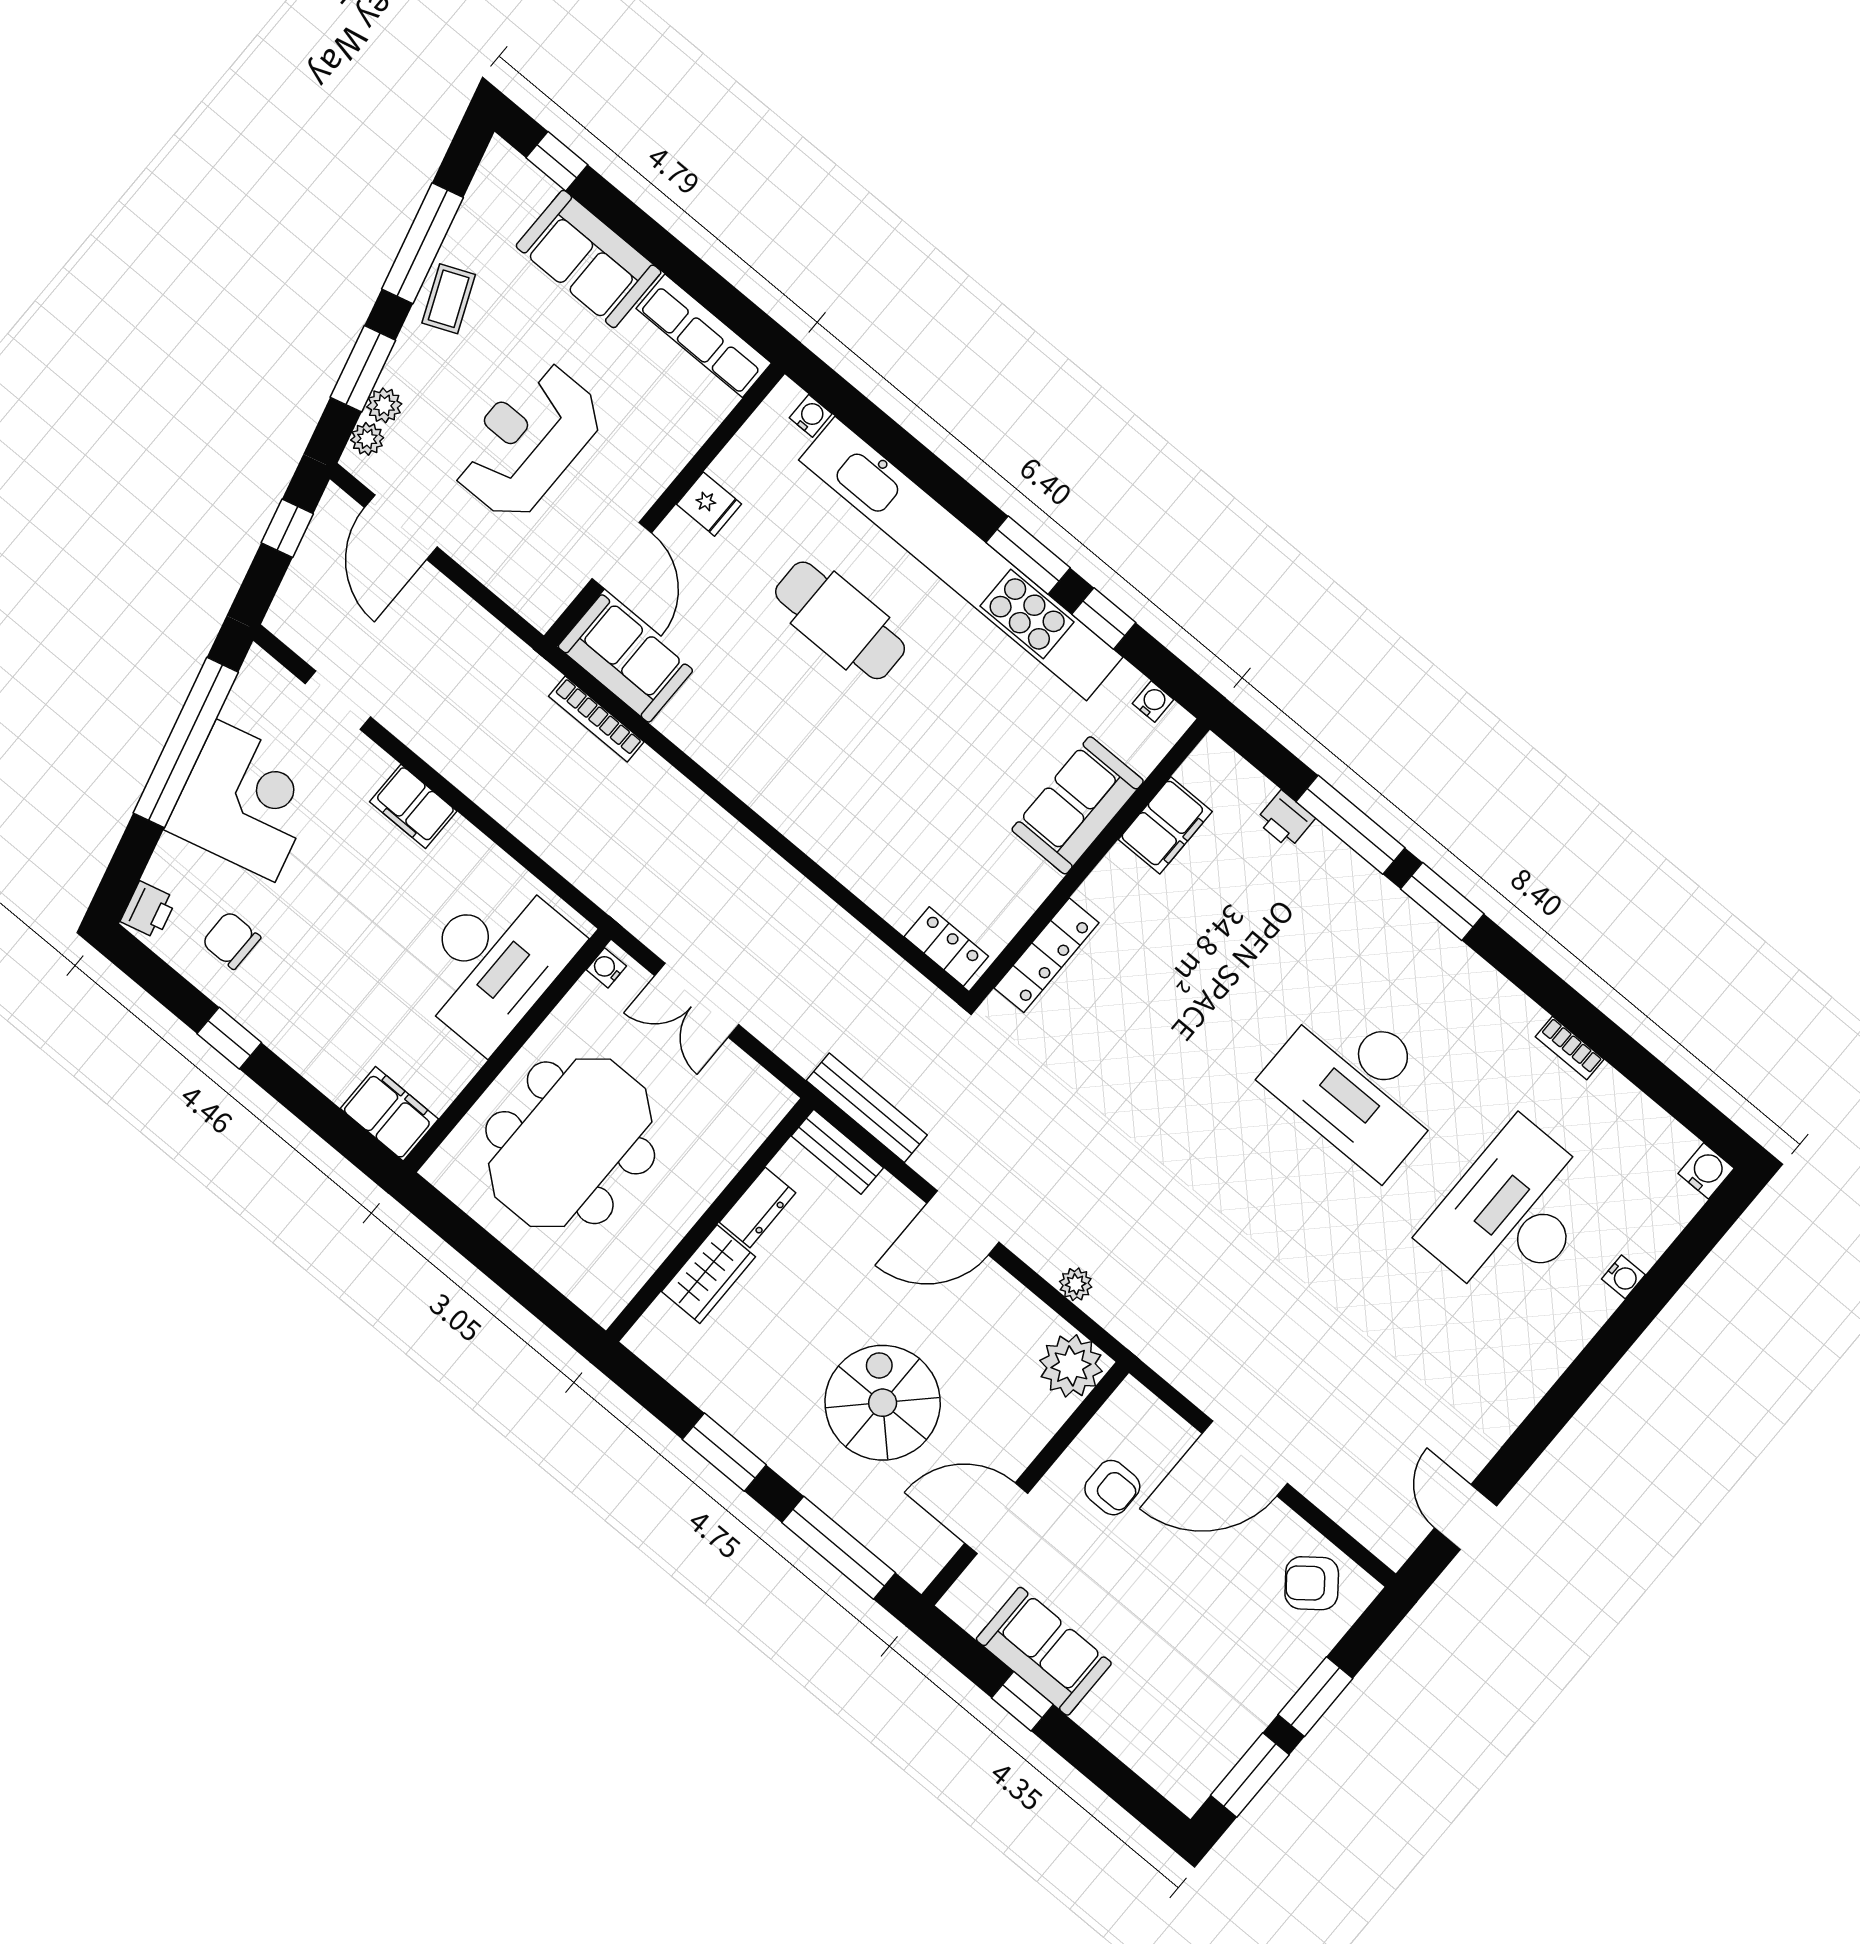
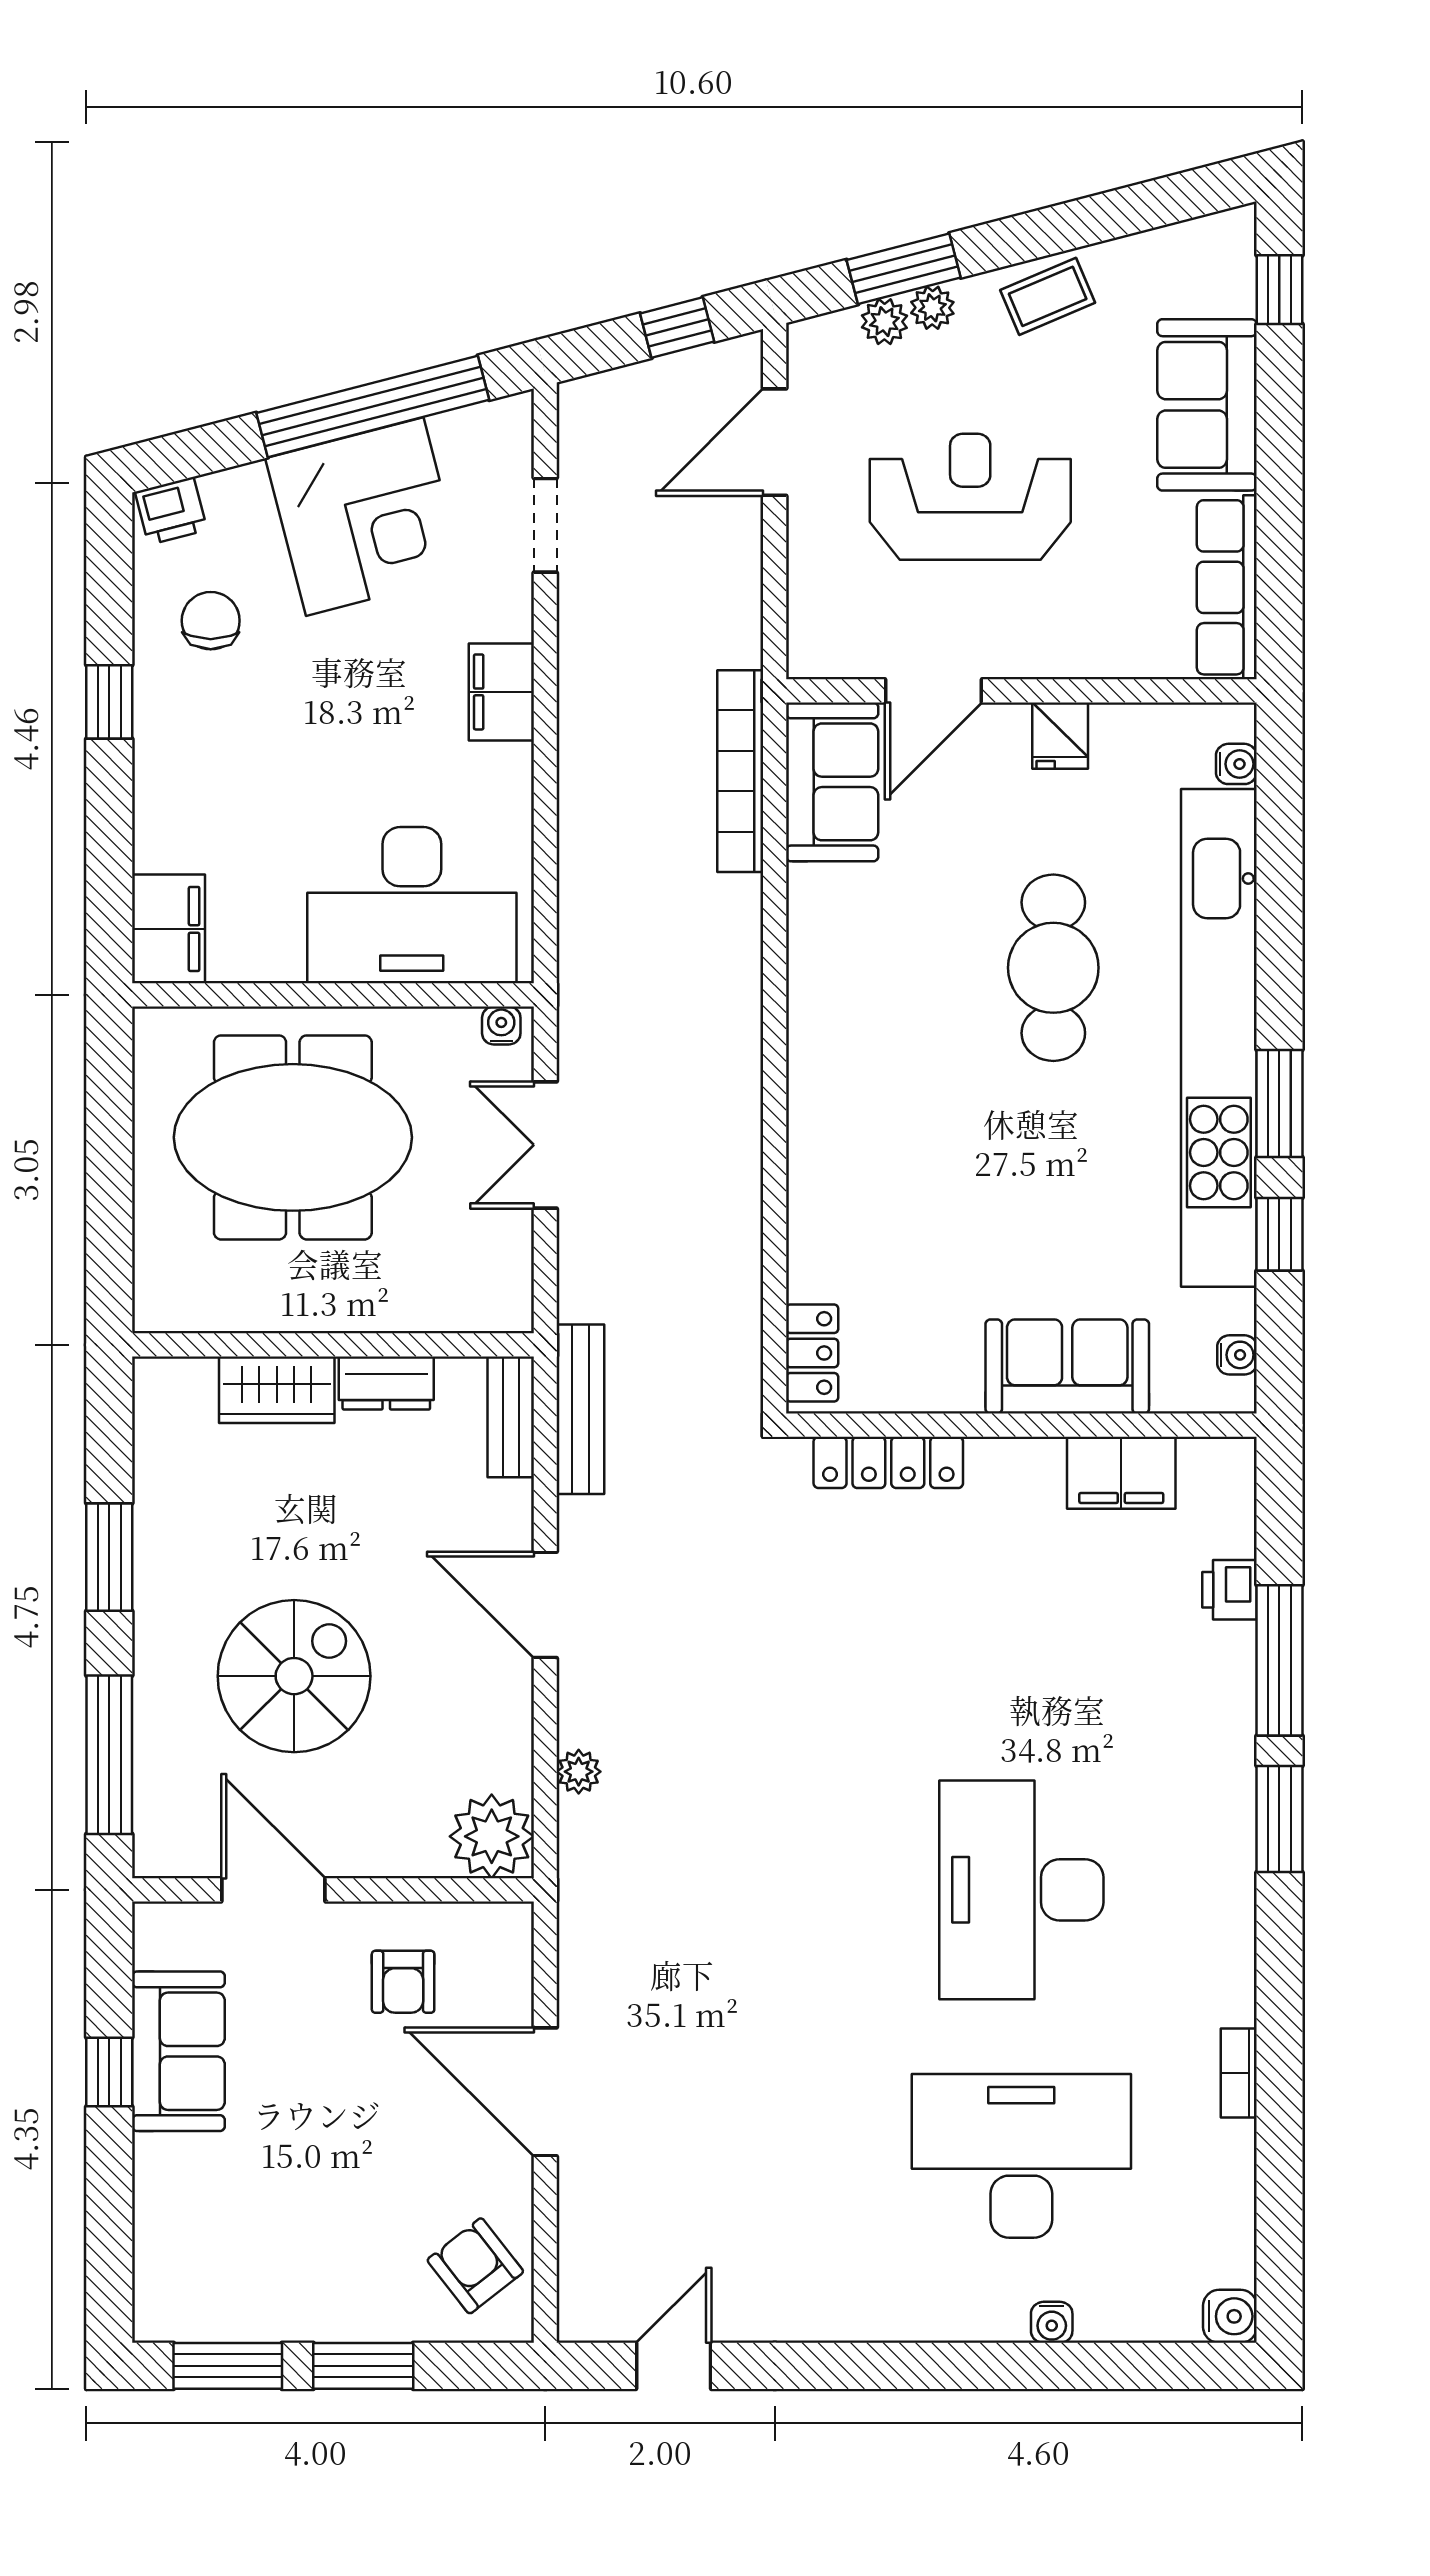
window: (422, 243) -> (1082, 223), removed
plant: (367, 439) -> (932, 308), moved
bookcase: (596, 719) -> (740, 771), width x1.48, depth x1.31

